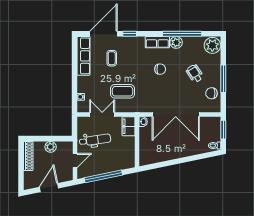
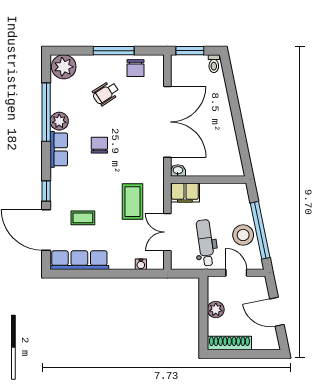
stool: (100, 165) -> (243, 235), added

